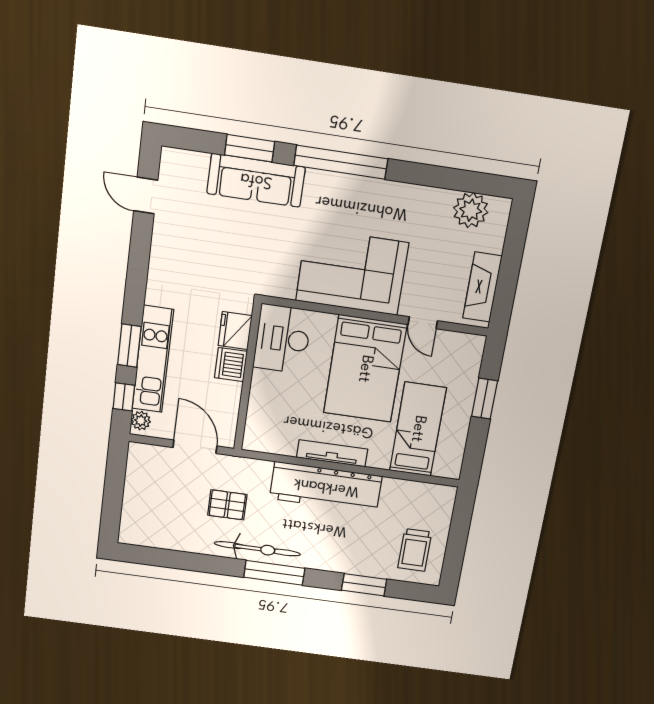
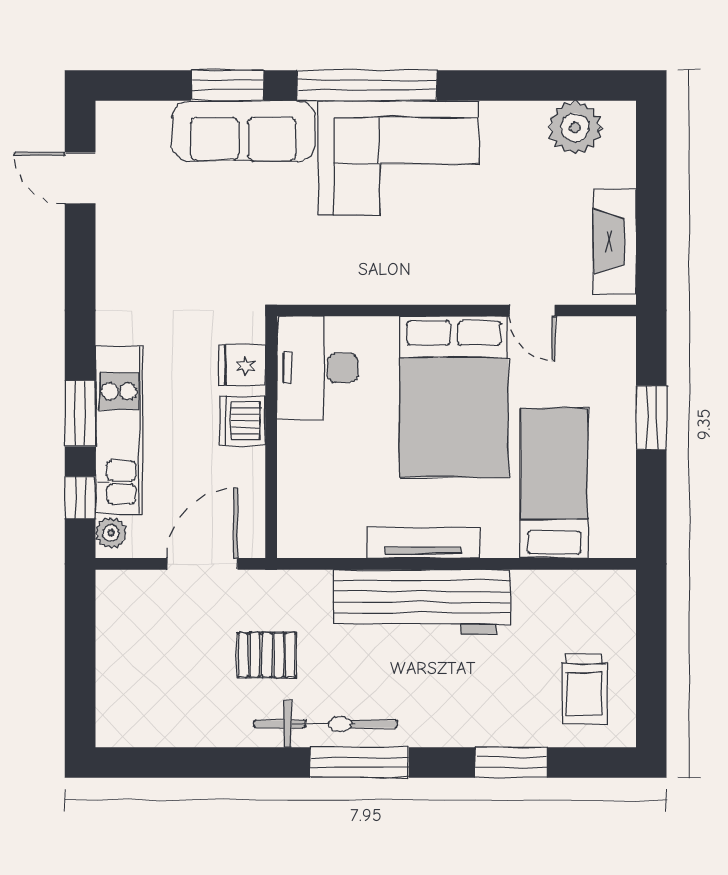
corner sofa: (352, 272) -> (398, 158), moved, turned 180
fridge: (235, 331) -> (242, 366), width x0.72
door: (195, 447) -> (202, 564), hinge flipped

